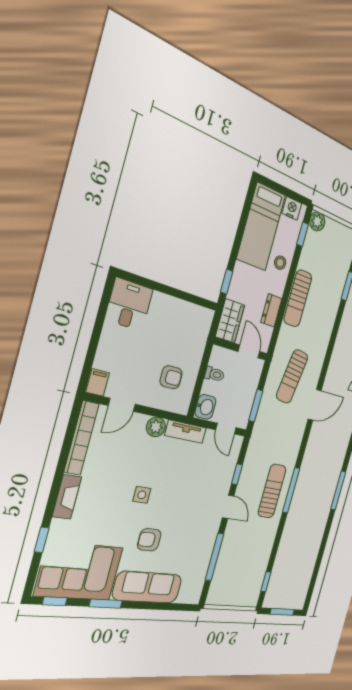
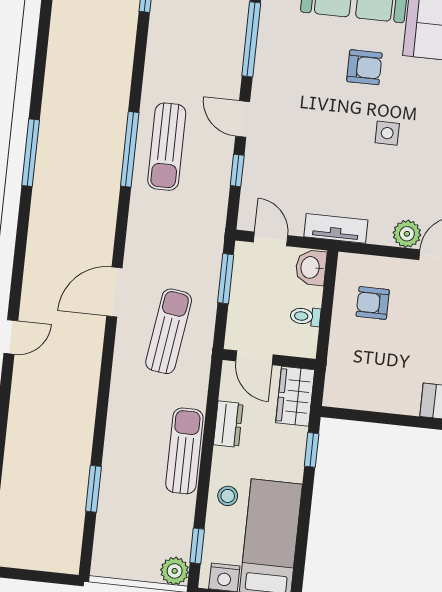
plant: (156, 427) -> (407, 234), moved

